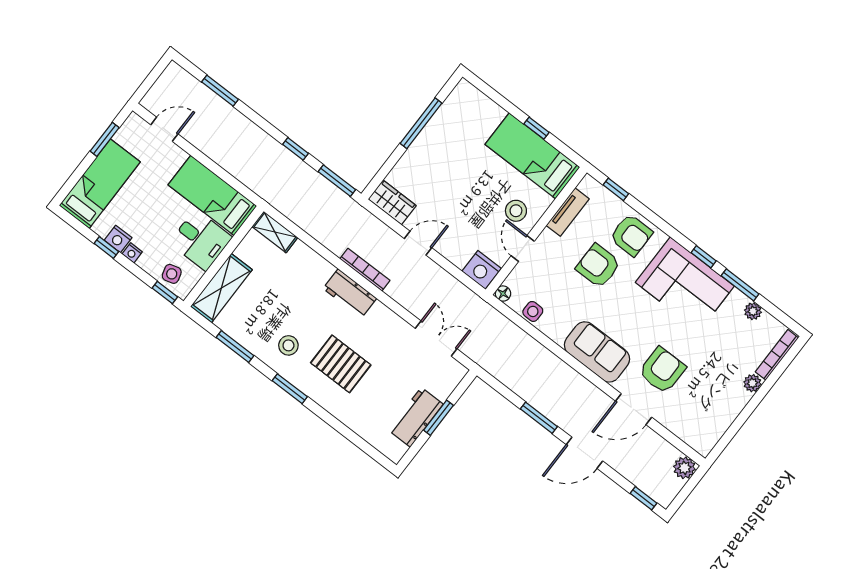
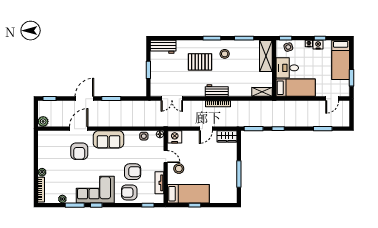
workbench: (416, 417) -> (163, 47), moved, turned 90

